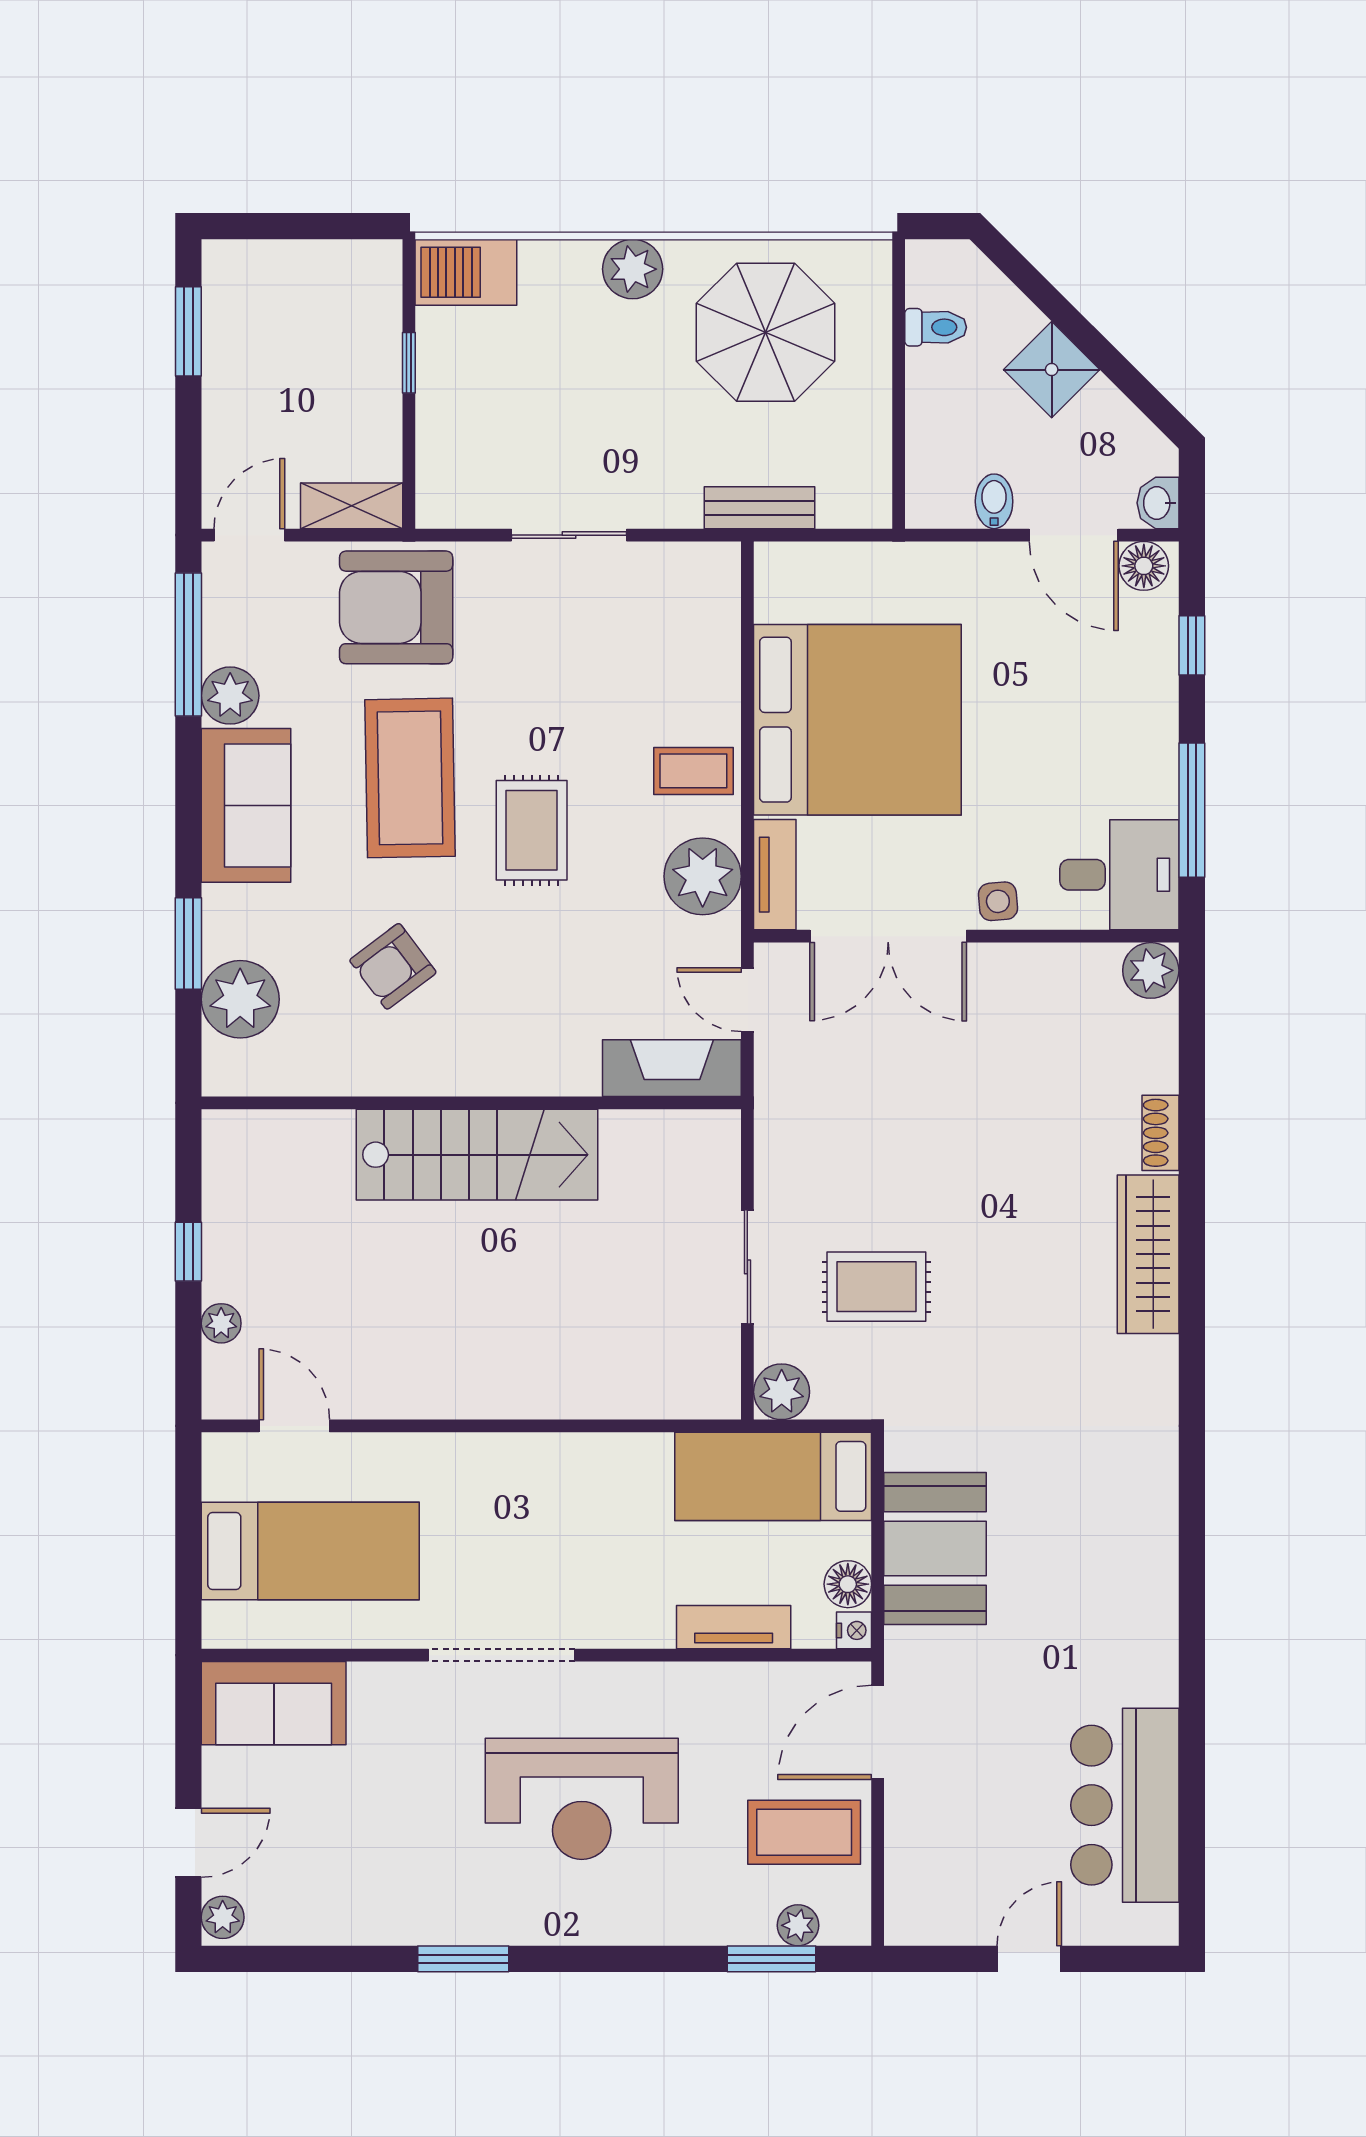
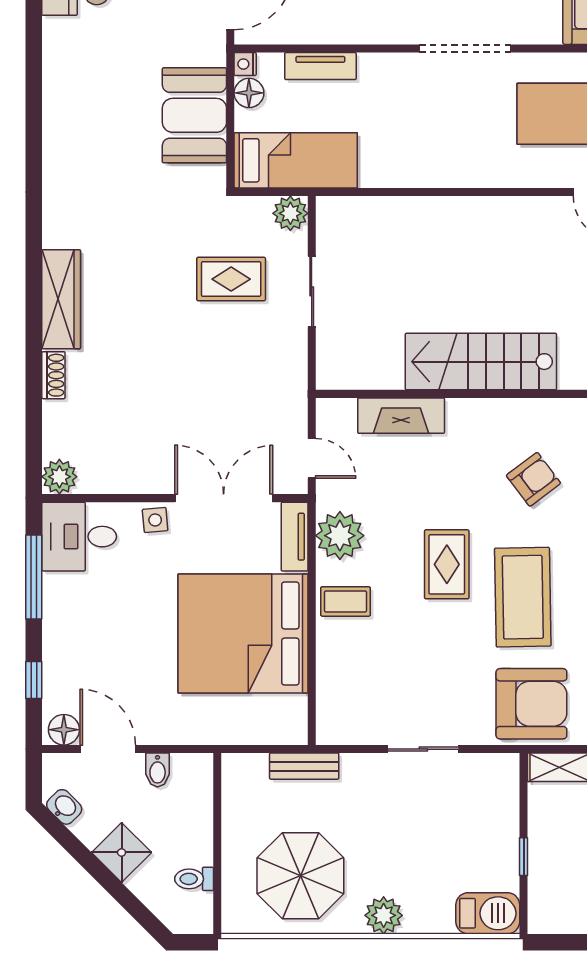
washbasin: (1158, 503) -> (64, 807), moved, turned -45
fireplace: (672, 1068) -> (401, 416), moved

